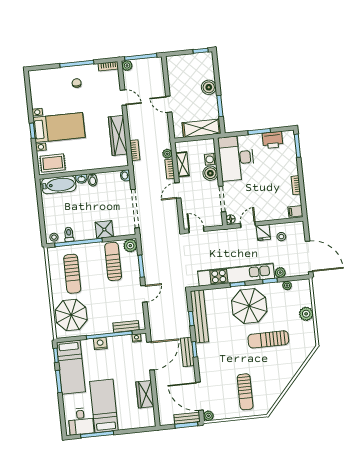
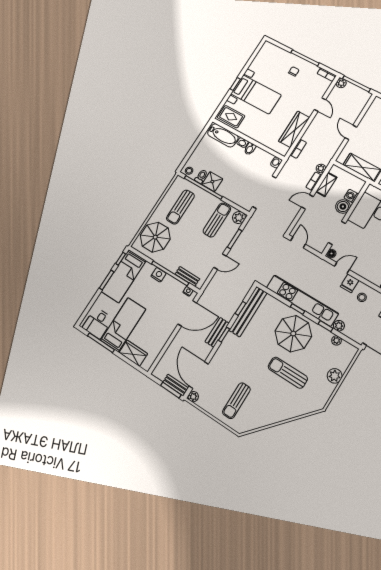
shower: (104, 230) -> (212, 182), moved
wardrobe: (145, 394) -> (133, 353), moved, turned 90

